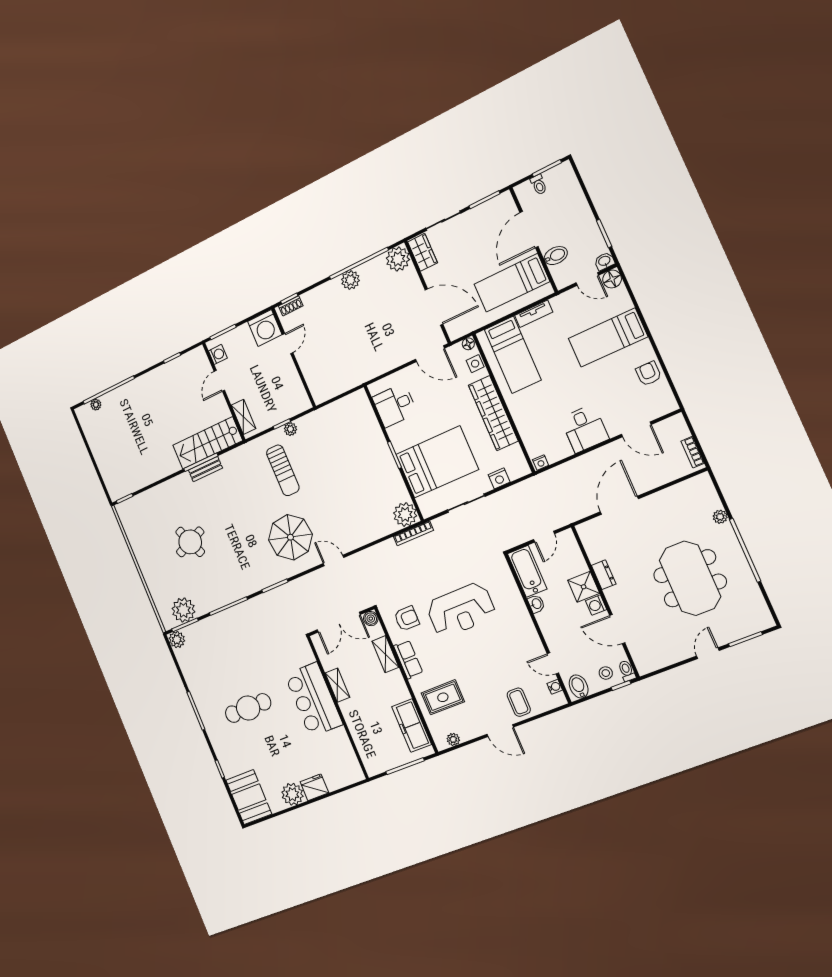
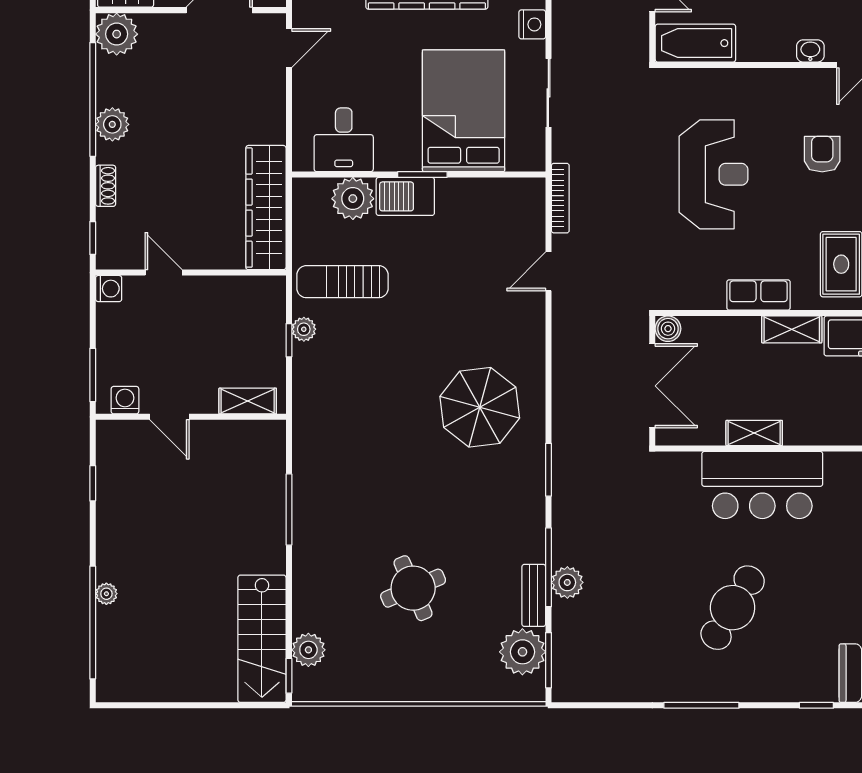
shoe rack: (291, 306) -> (106, 186), moved
washing machine: (265, 328) -> (109, 289), width x0.53, depth x0.53
door: (430, 354) -> (289, 48), width x0.73
wardrobe: (343, 381) -> (266, 208), added
plant: (96, 405) -> (106, 594), moved
stairs: (207, 443) -> (262, 639), moved
barbecue: (379, 451) -> (405, 196), added
bench: (205, 469) -> (534, 595), moved
sun lounger: (283, 470) -> (343, 282), moved, turned 180
plant: (140, 503) -> (308, 650), added
plant: (405, 514) -> (353, 199), moved
door: (333, 561) -> (548, 271), moved
washbasin: (536, 604) -> (810, 51), moved
armchair: (407, 618) -> (822, 154), moved
plant: (177, 640) -> (567, 582), moved
shelving: (385, 654) -> (792, 329), moved
cafe table: (248, 708) -> (733, 608), turned 31

